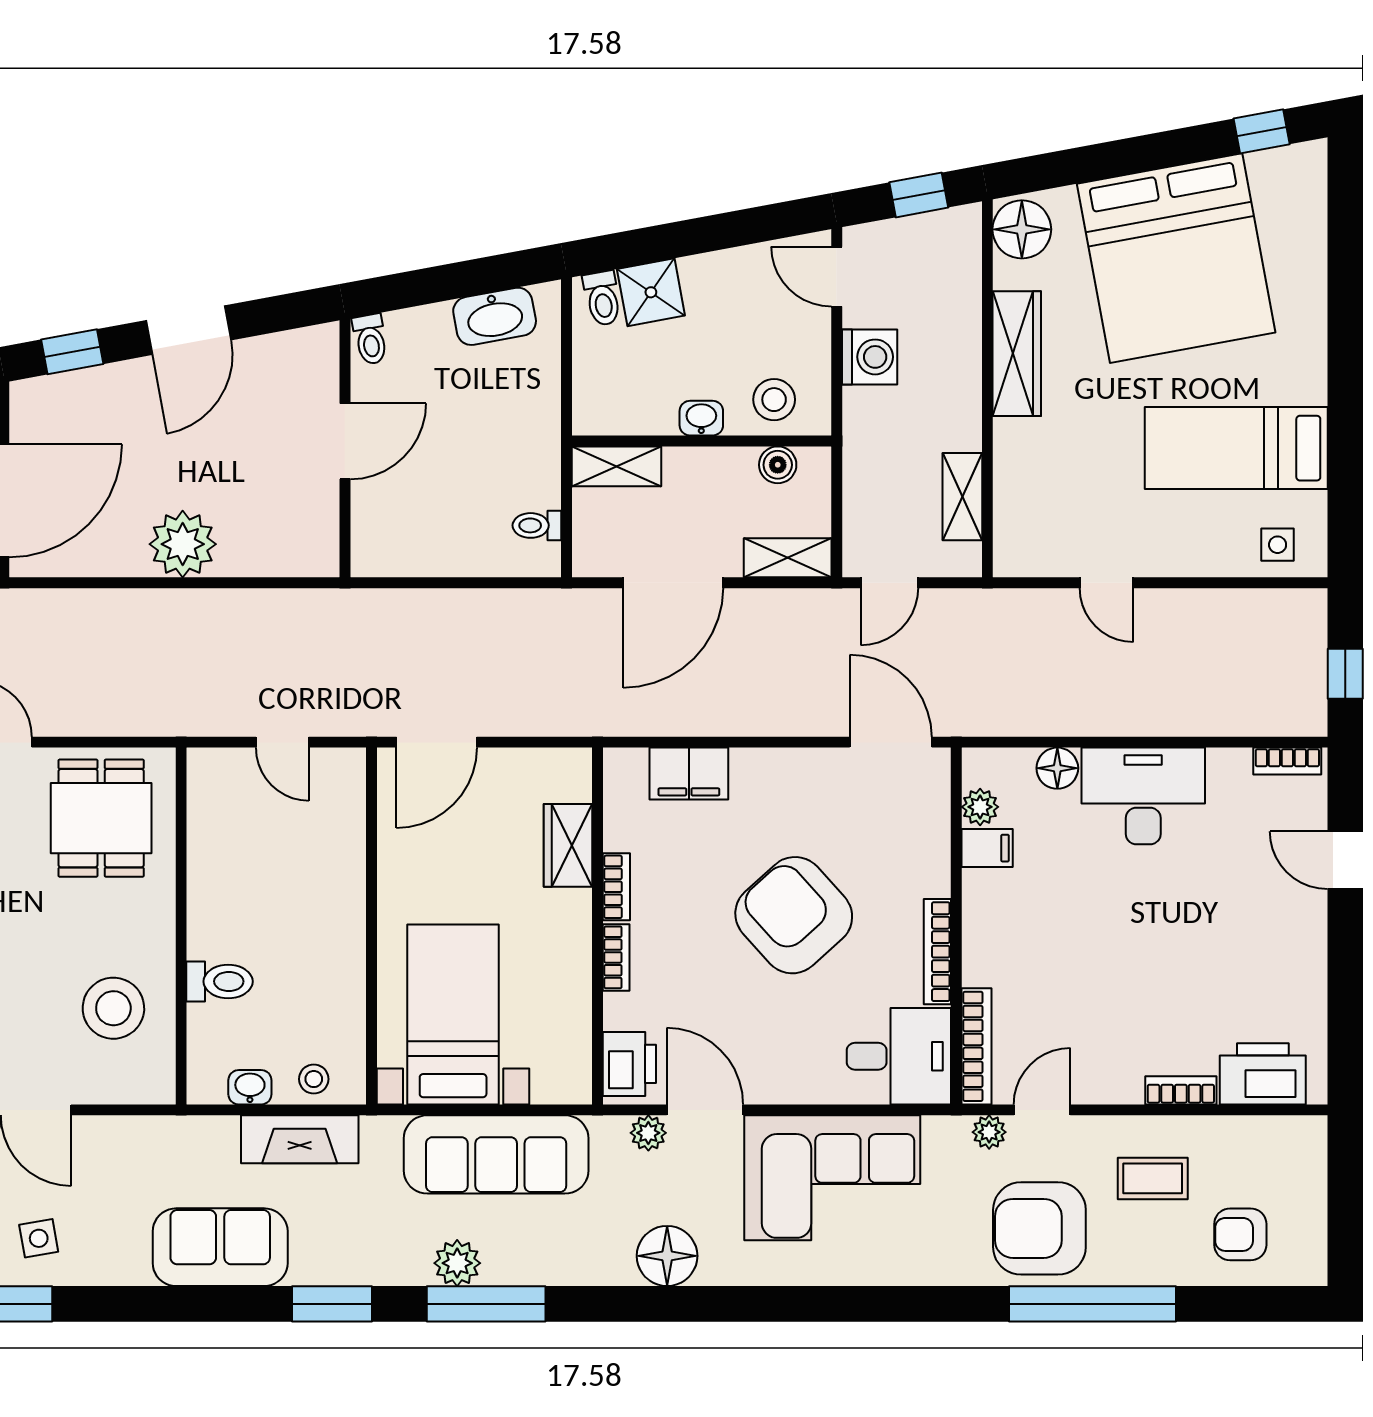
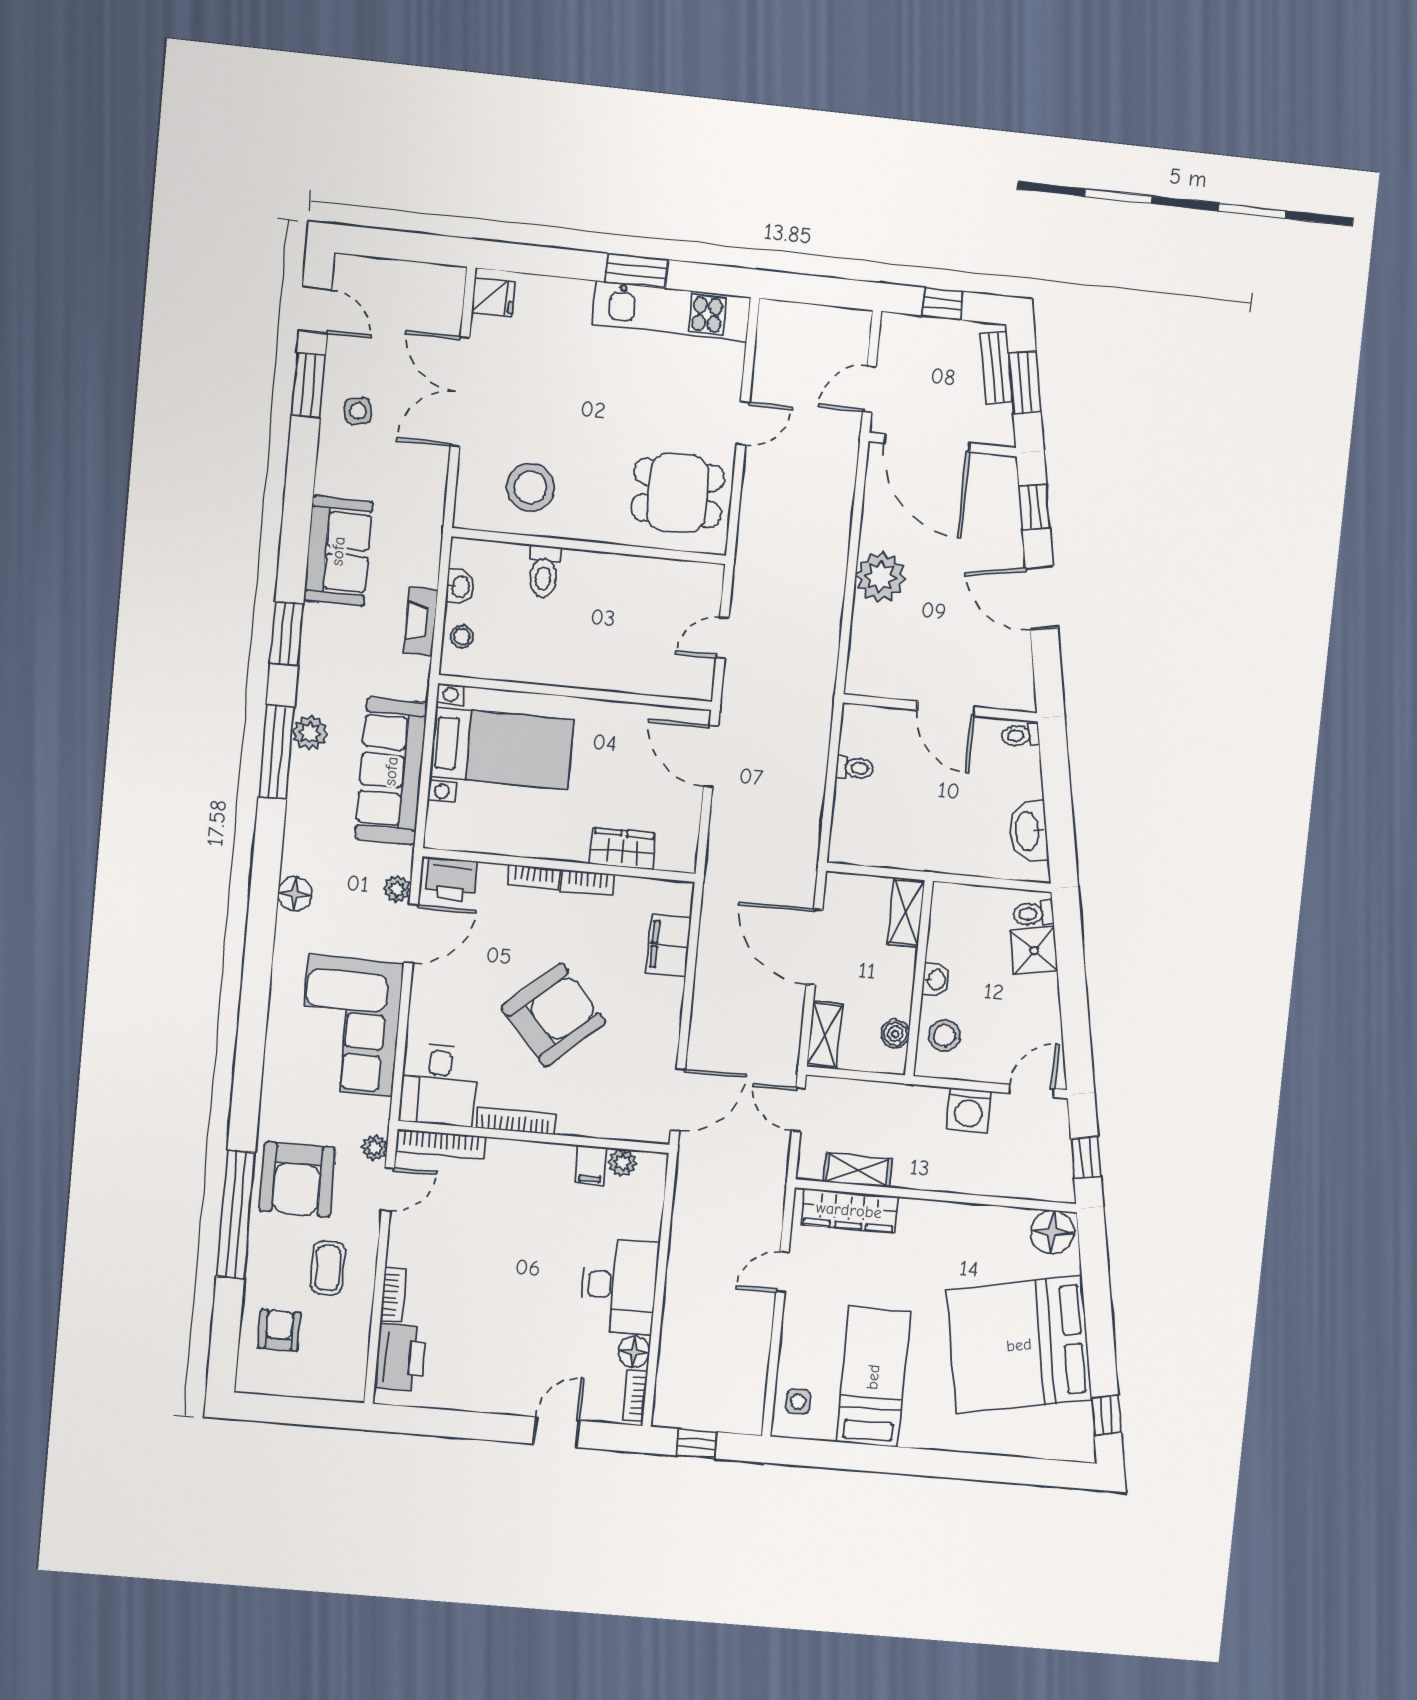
wardrobe: (1017, 354) -> (849, 1210), moved
toilet: (537, 525) -> (855, 768), moved, turned 90
floor lamp: (1057, 768) -> (634, 1352), moved
door: (1042, 1110) -> (388, 1189), hinge flipped
fireplace: (300, 1139) -> (421, 621), width x0.73, depth x0.76
armchair: (1039, 1228) -> (297, 1179), turned 180
floor lamp: (667, 1256) -> (295, 894), width x0.73, depth x0.73

